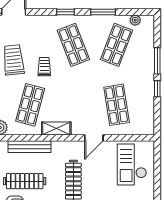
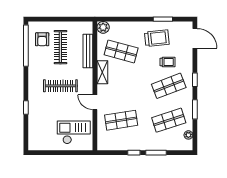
shop shelf: (117, 45) -> (169, 120), turned -39
trolley: (44, 67) -> (168, 62), moved

